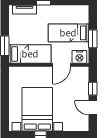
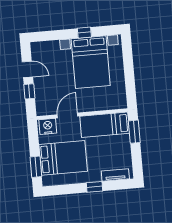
bed: (68, 33) -> (63, 158), width x1.50
window: (93, 39) -> (36, 167), moved

